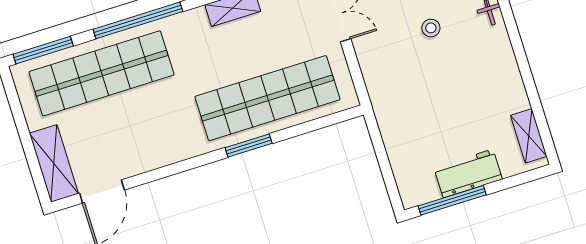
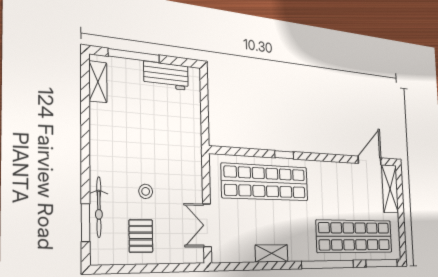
window: (249, 146) -> (284, 155), width x0.67
workbench: (468, 173) -> (166, 76), moved
window: (452, 200) -> (134, 56), moved

